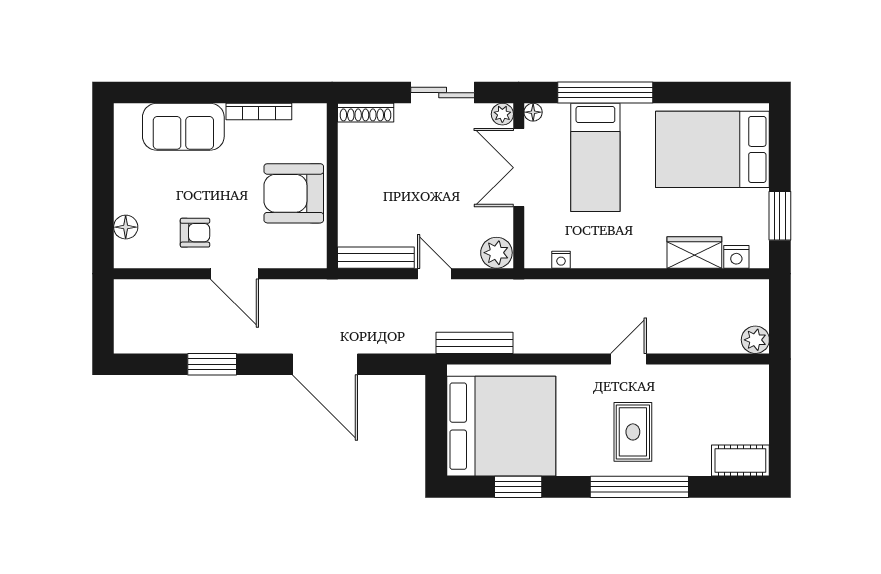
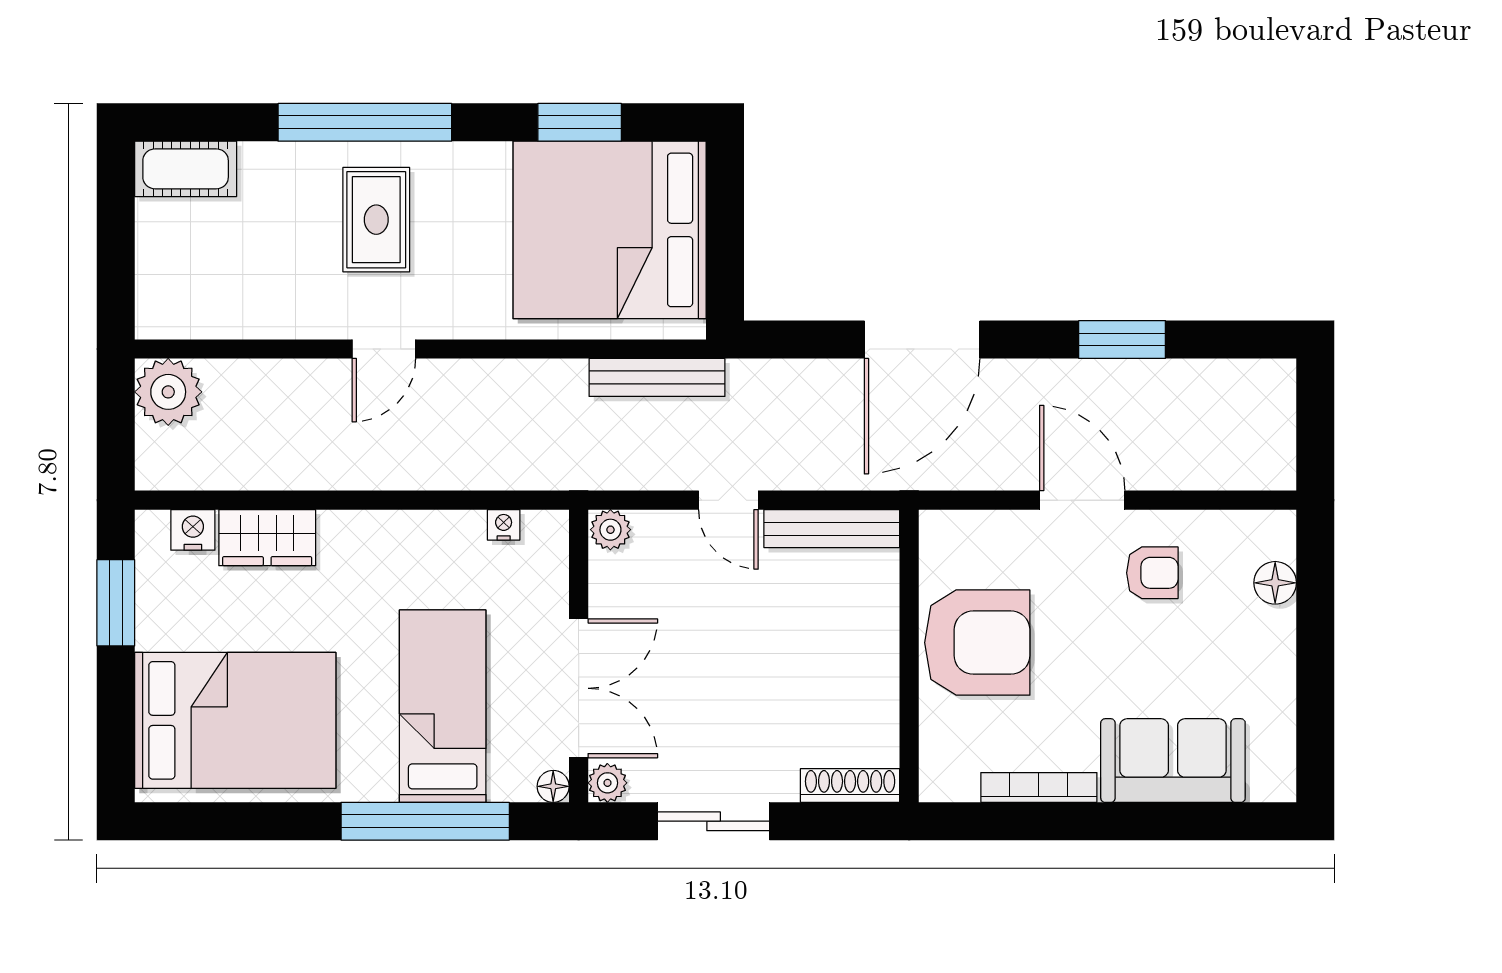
armchair: (195, 233) -> (1152, 573), turned 180
plant: (496, 253) -> (610, 530), width x0.73, depth x0.73
plant: (755, 340) -> (168, 392), width x1.36, depth x1.36
door: (325, 364) -> (922, 340), swing flipped

